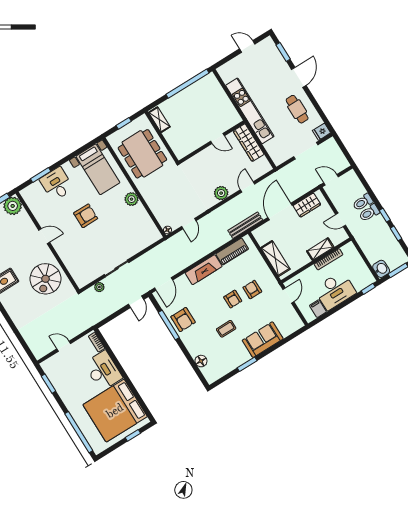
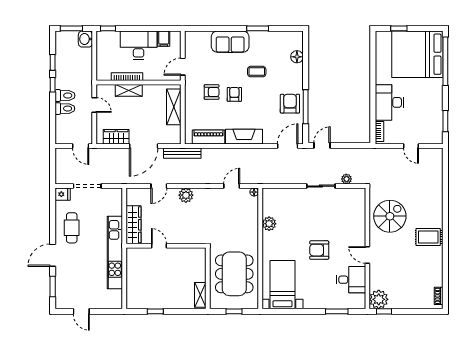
window: (187, 84) -> (155, 311), width x0.32
desk: (57, 184) -> (351, 280), moved, turned -90
plant: (132, 199) -> (269, 224), moved
armchair: (252, 290) -> (212, 92), turned -90
bed: (115, 411) -> (417, 54), moved, turned 180

